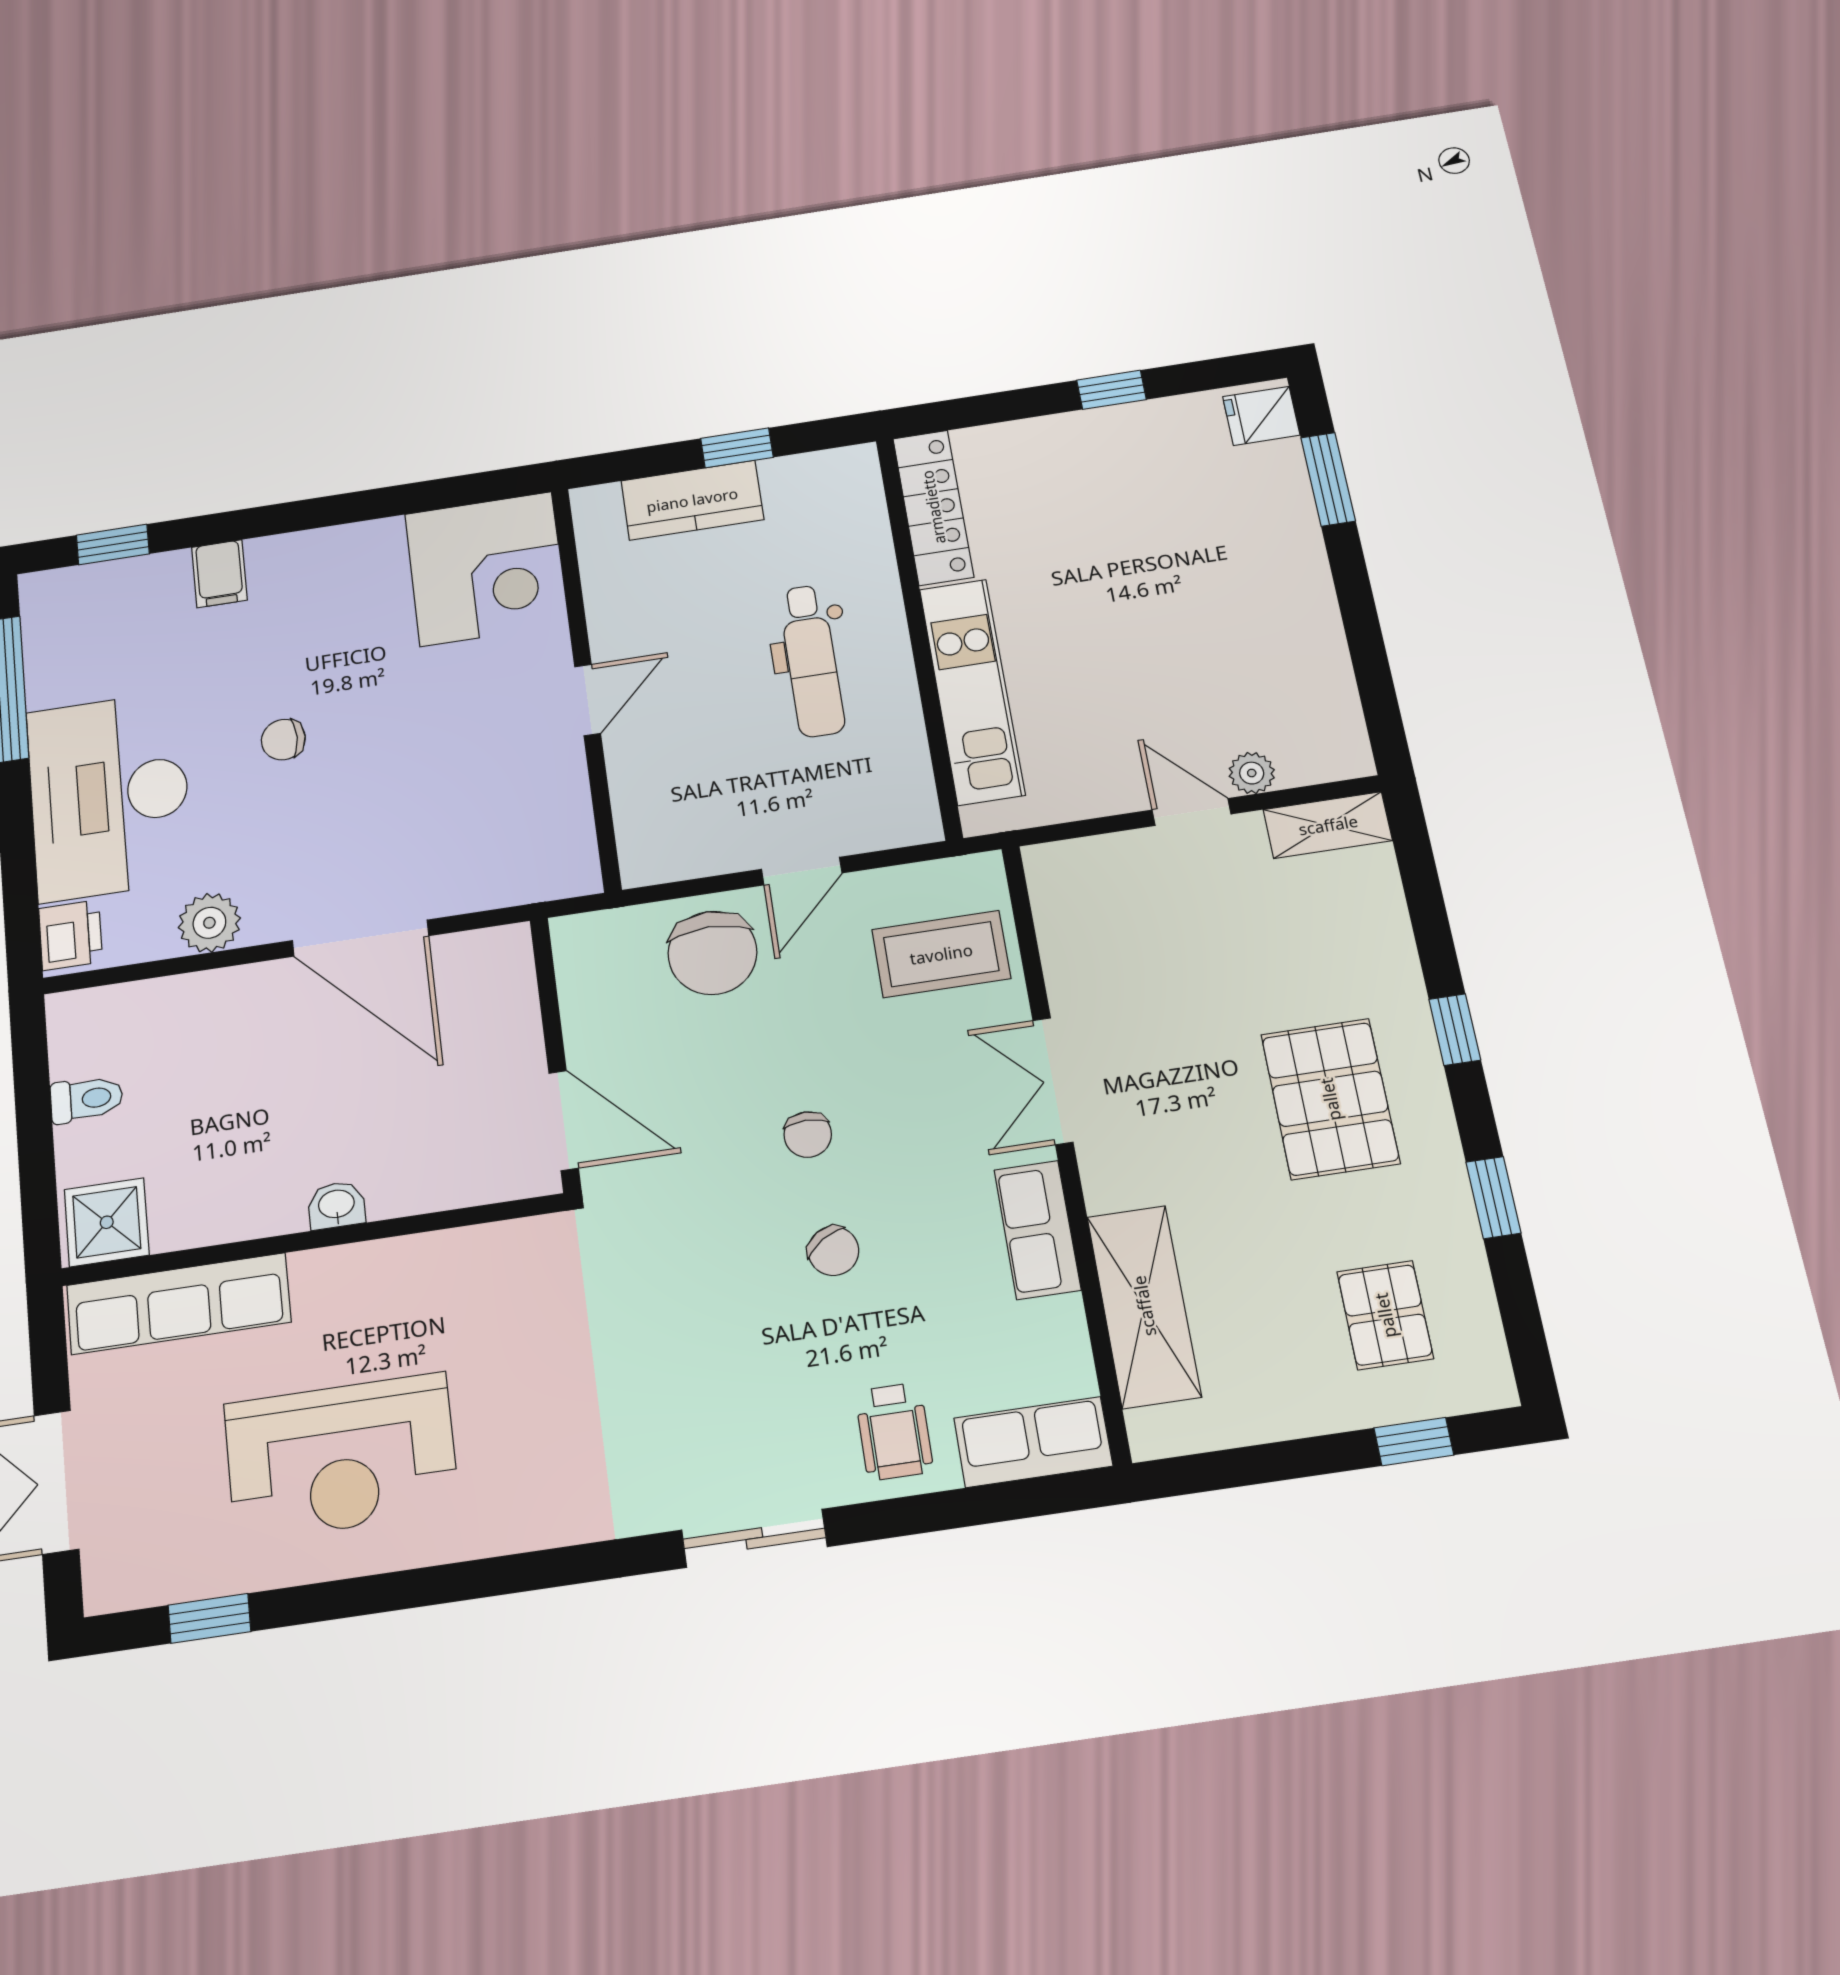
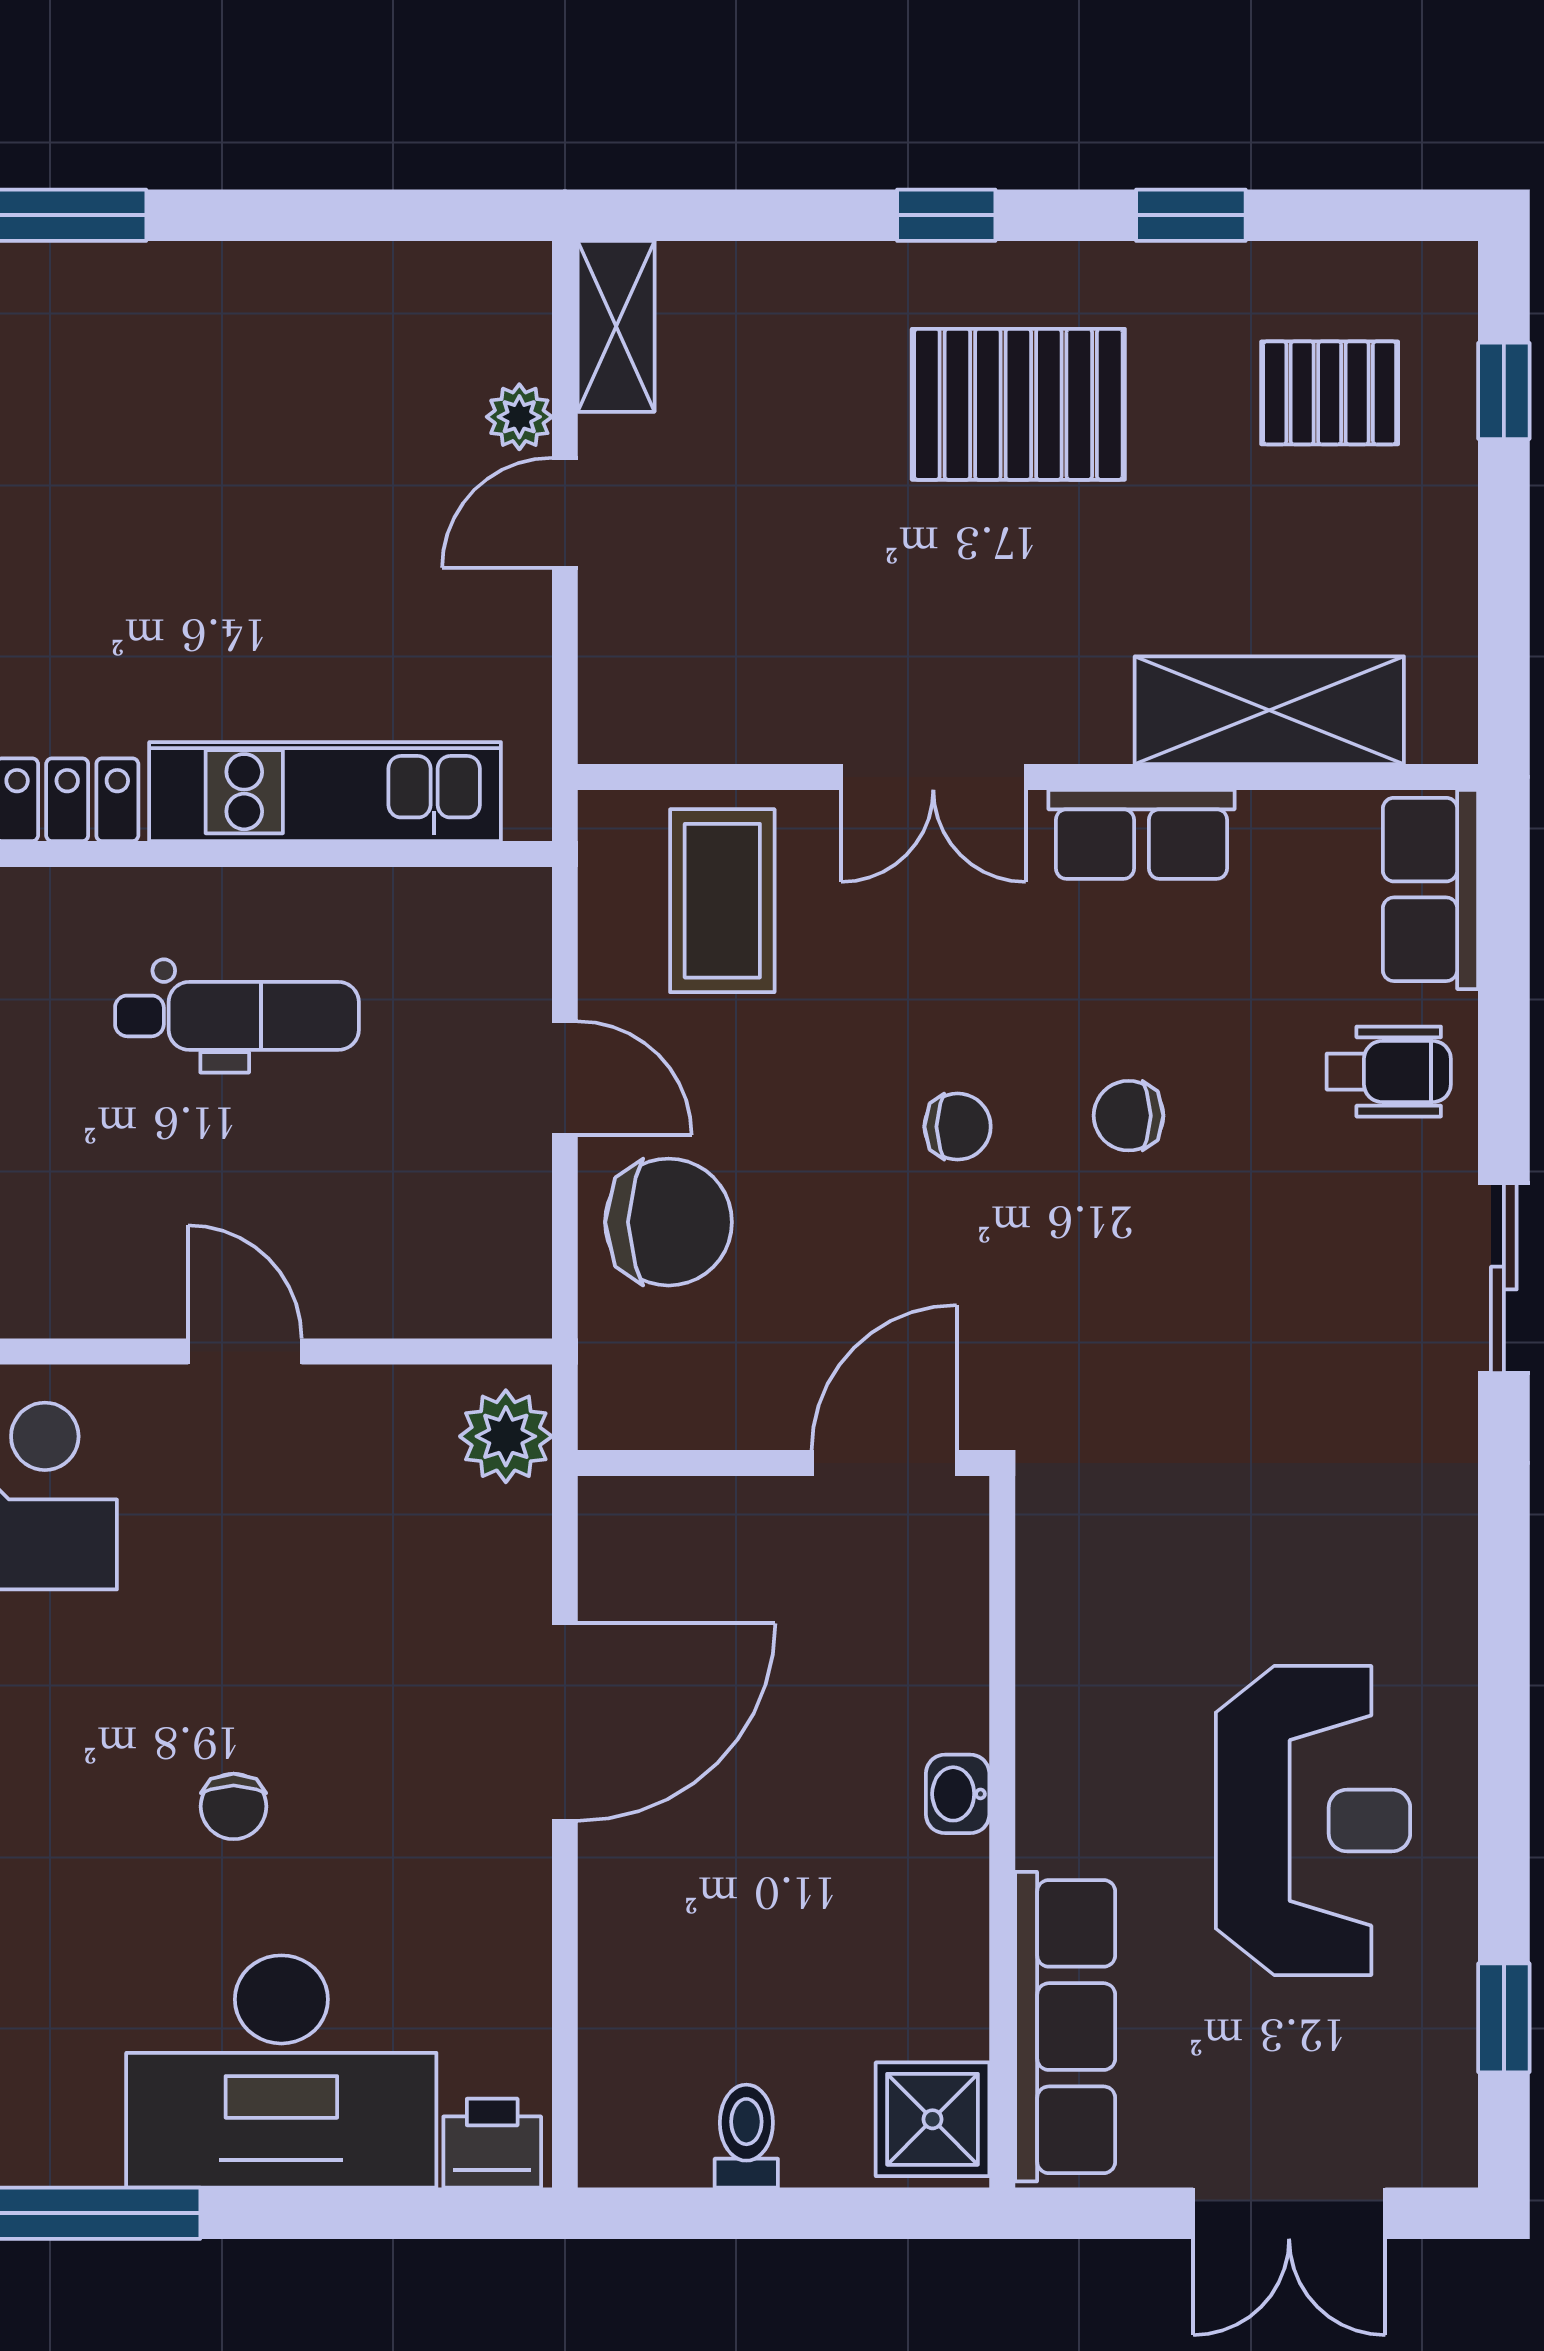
plant: (209, 923) -> (506, 1436), moved
chair: (833, 1251) -> (1129, 1116), turned -147

